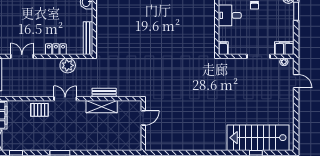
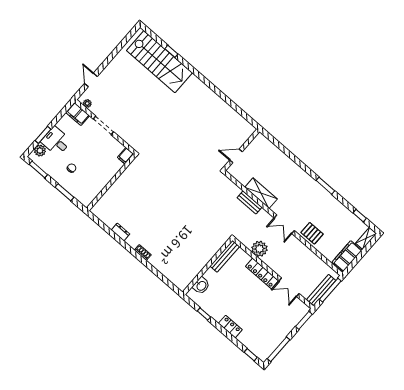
desk: (230, 15) -> (56, 141), moved, turned 180
locker: (56, 49) -> (262, 273), width x1.53

